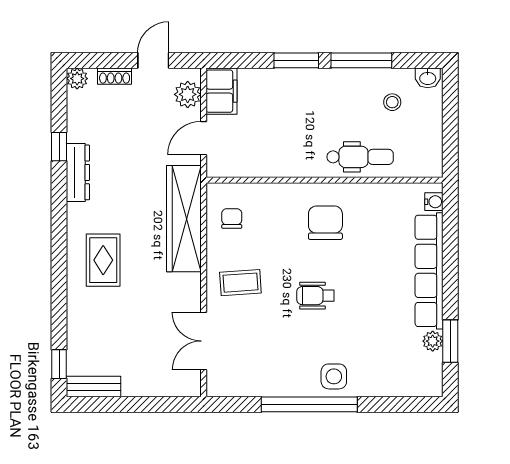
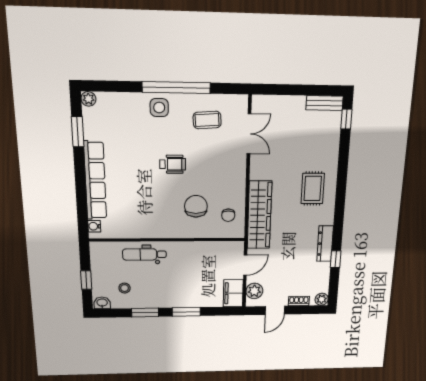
window: (361, 60) -> (145, 312), width x0.69
window: (450, 116) -> (86, 280), added
chair: (325, 223) -> (196, 206), moved, turned 180
coffee table: (240, 283) -> (207, 120), moved
plant: (433, 341) -> (88, 99), moved

